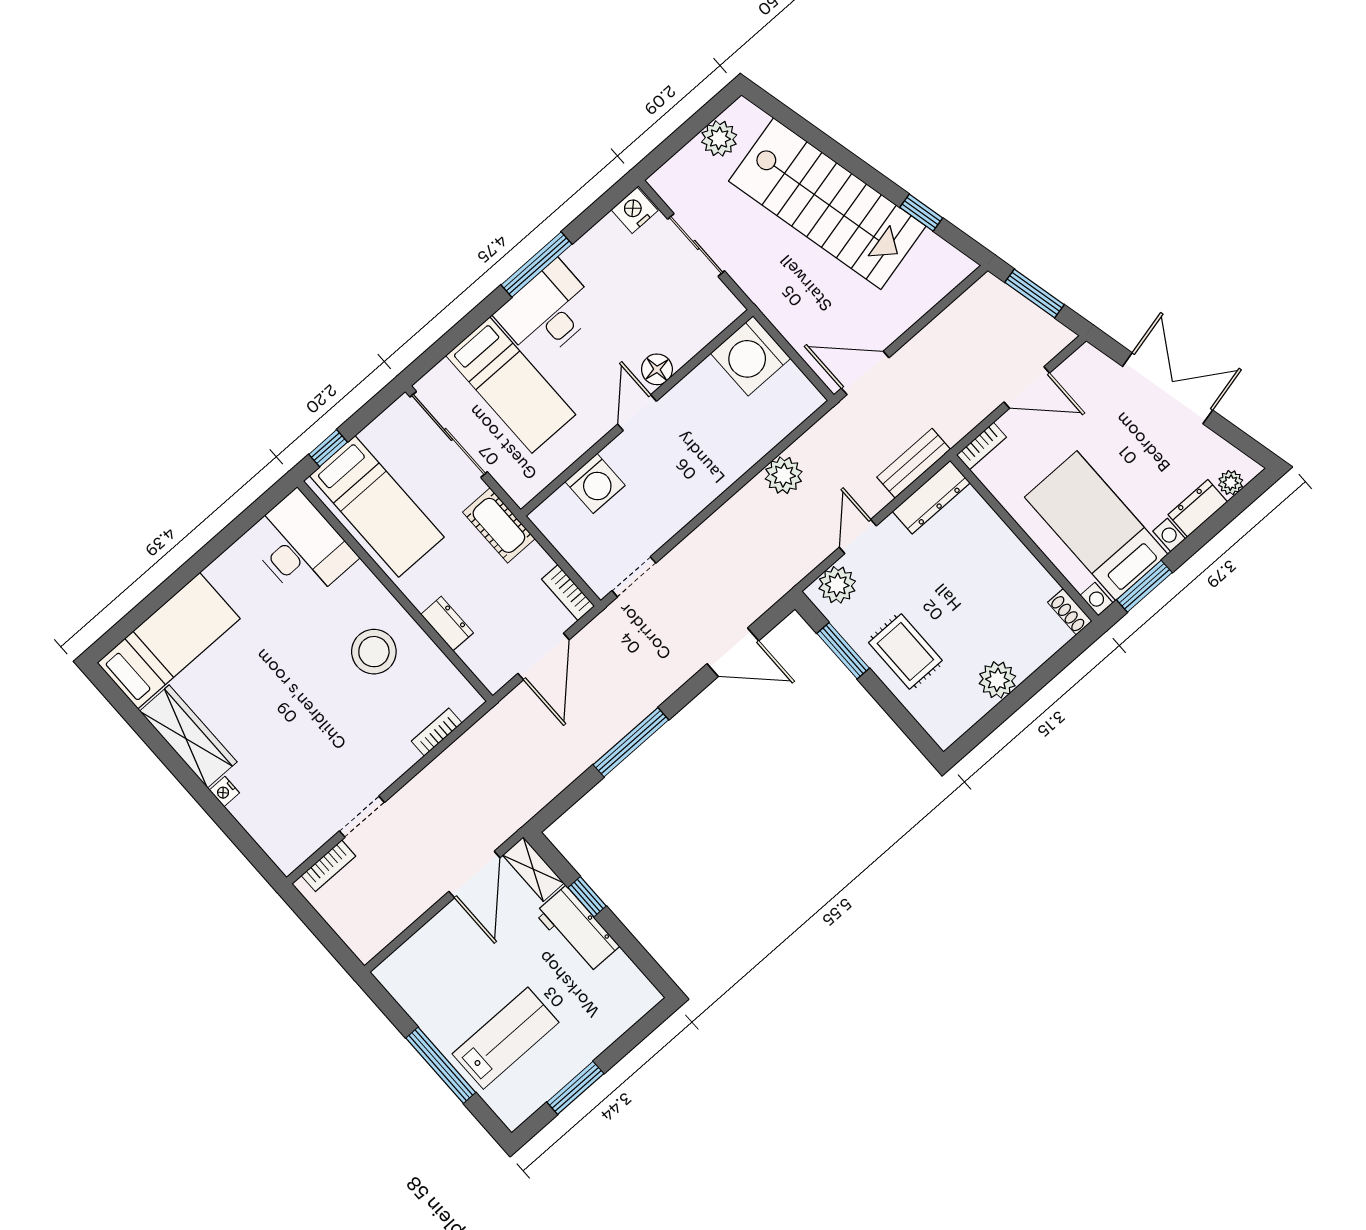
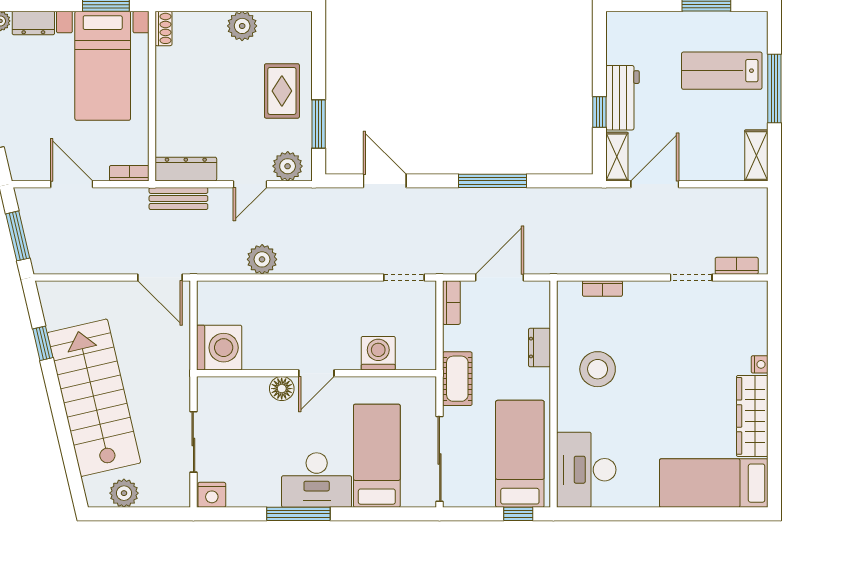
shelving: (402, 987) -> (756, 155), added

